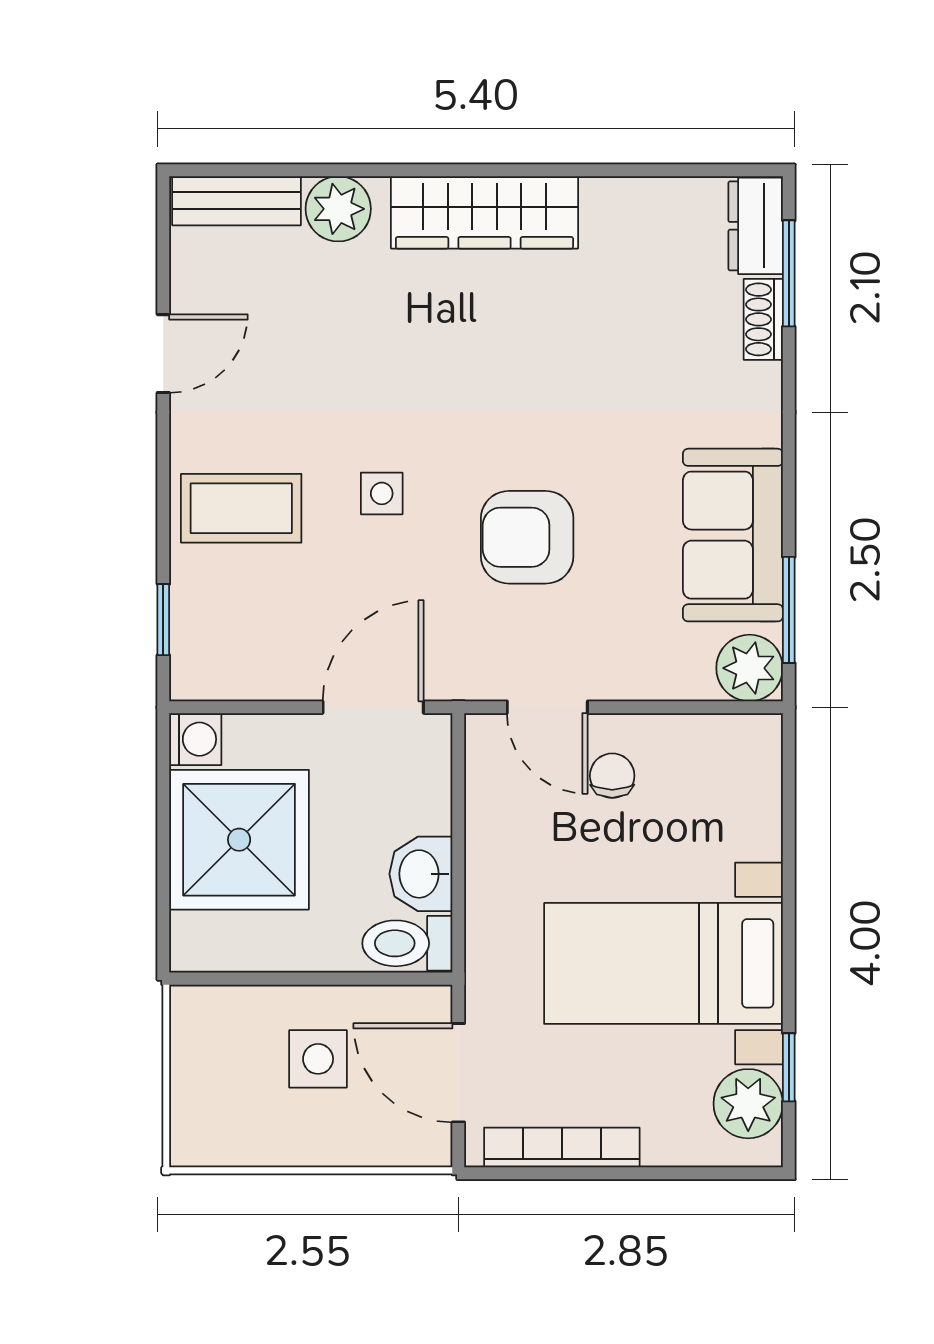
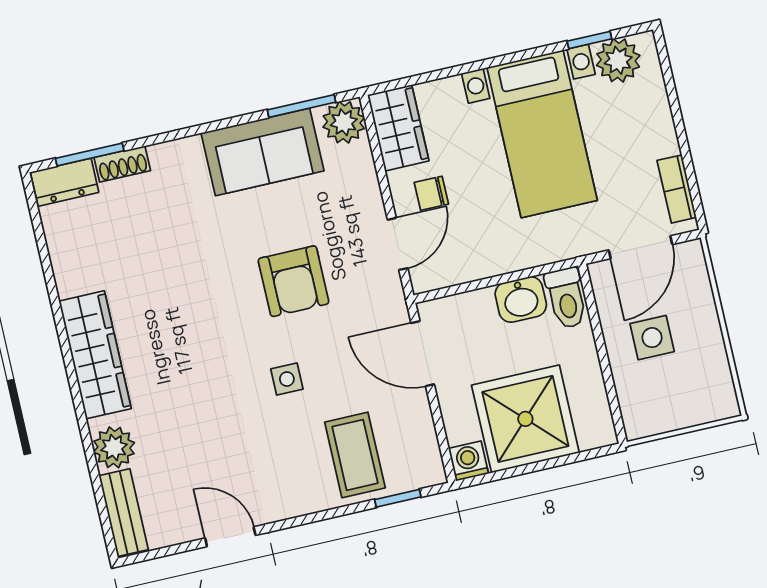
coffee table: (241, 508) -> (355, 455), moved
wardrobe: (722, 748) -> (398, 128), added
bookcase: (562, 1147) -> (677, 189), width x0.64

